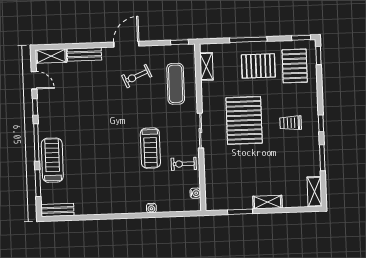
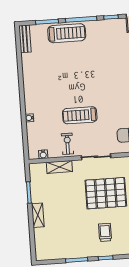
shelving: (314, 192) -> (59, 167), moved

